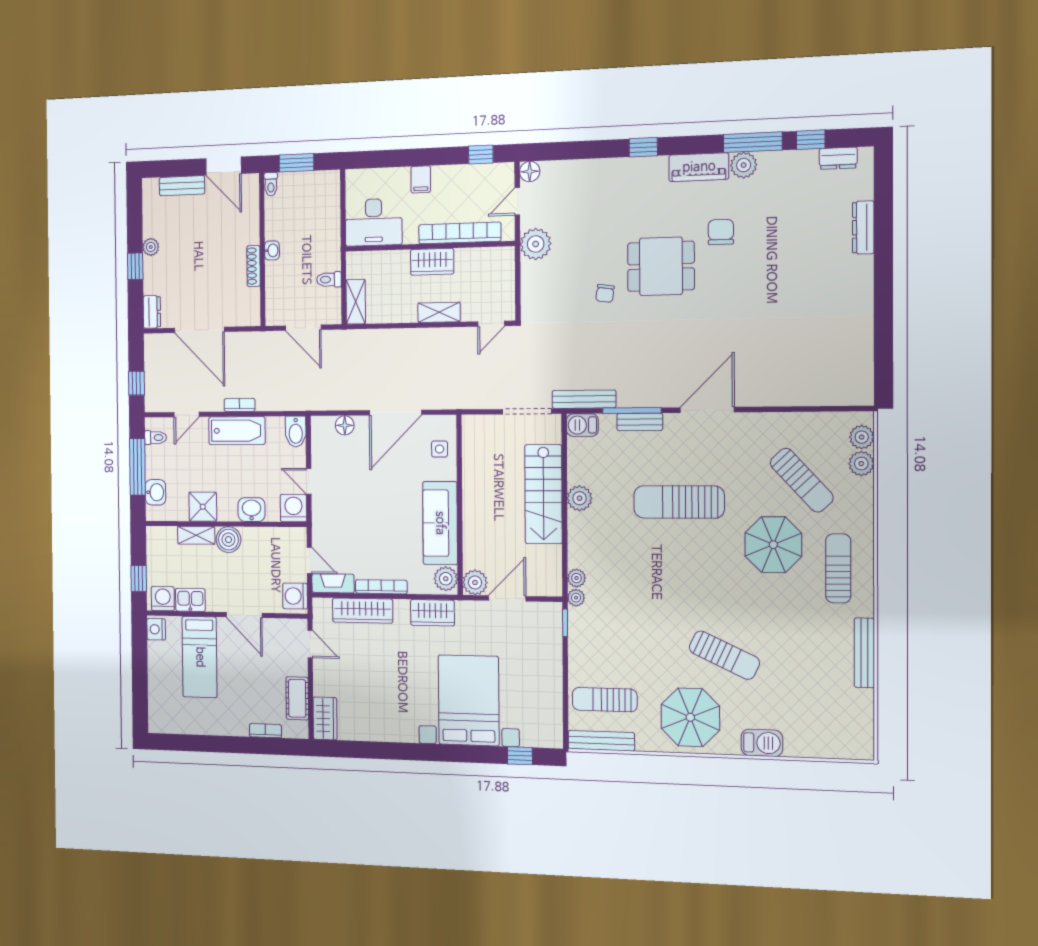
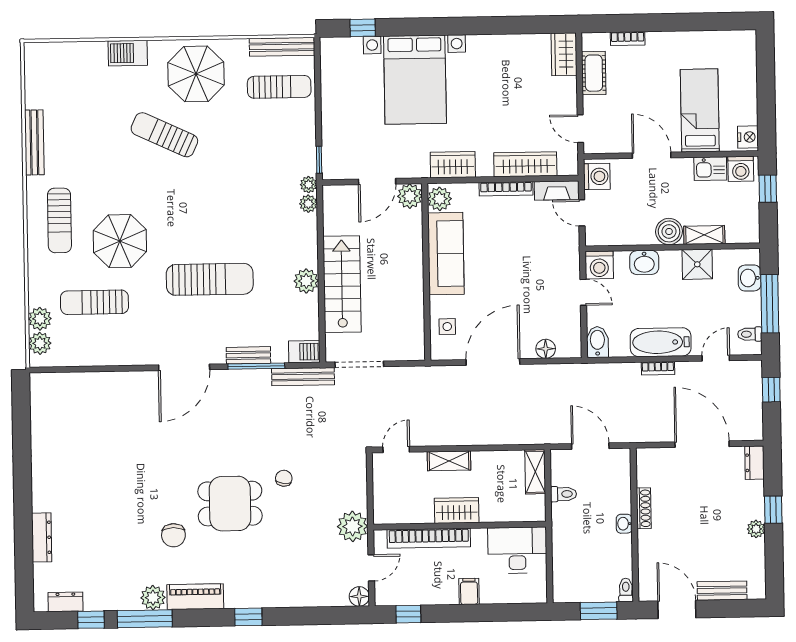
sun lounger: (802, 480) -> (94, 302), turned -47

